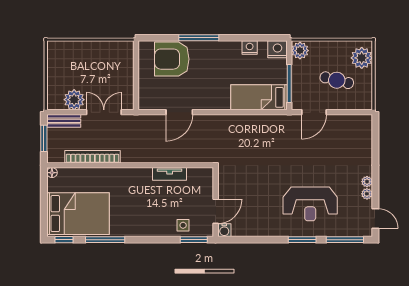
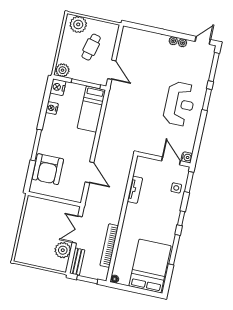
reception desk: (310, 204) -> (179, 104), moved
window: (64, 240) -> (181, 218), moved

